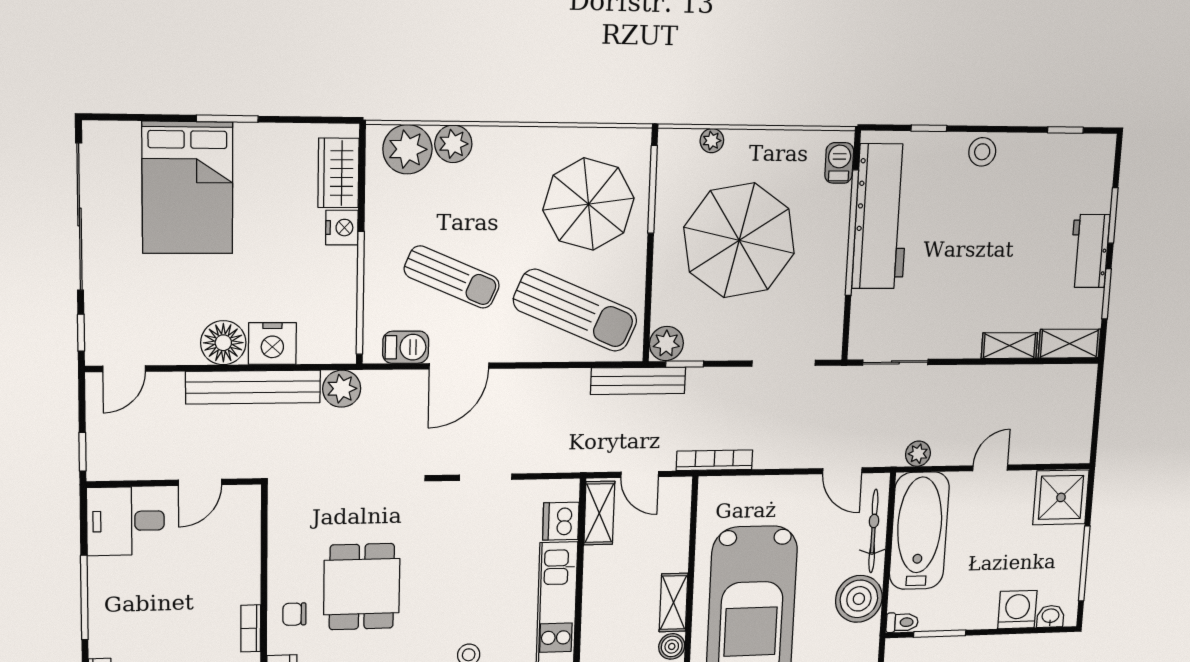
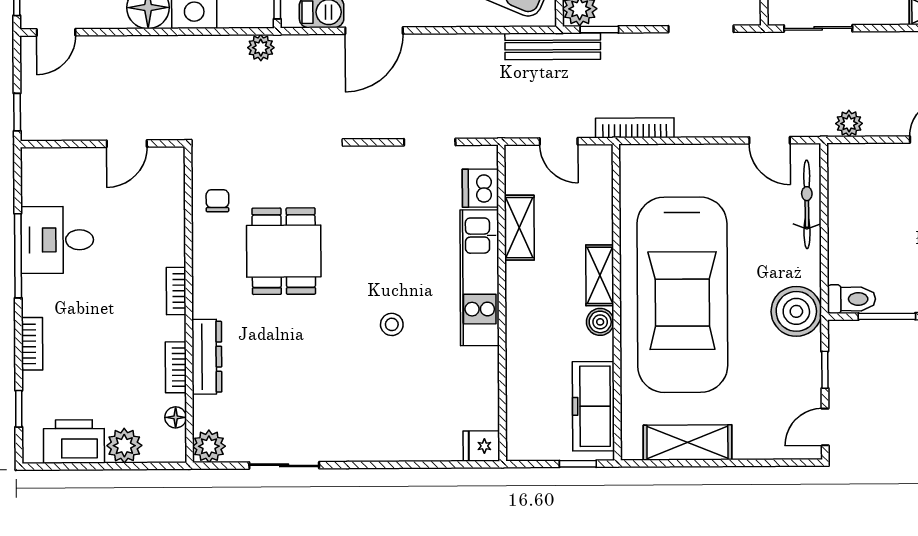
bench: (253, 387) -> (176, 51), removed
plant: (342, 389) -> (261, 48), width x0.73, depth x0.73
doorway: (486, 477) -> (430, 142), moved
shelving: (599, 513) -> (519, 228), moved
desk: (126, 521) -> (57, 240), moved
bathtub: (919, 531) -> (856, 205), removed
boiler: (859, 599) -> (796, 311), moved
chair: (294, 614) -> (217, 201), moved, turned 90
toilet: (902, 622) -> (851, 299), width x1.37, depth x1.39

